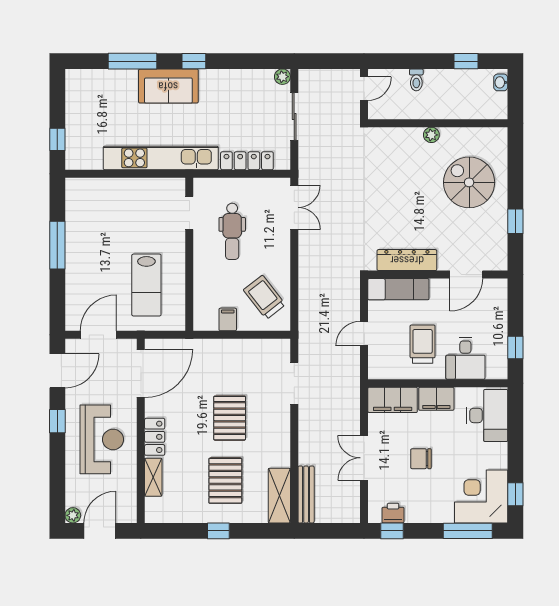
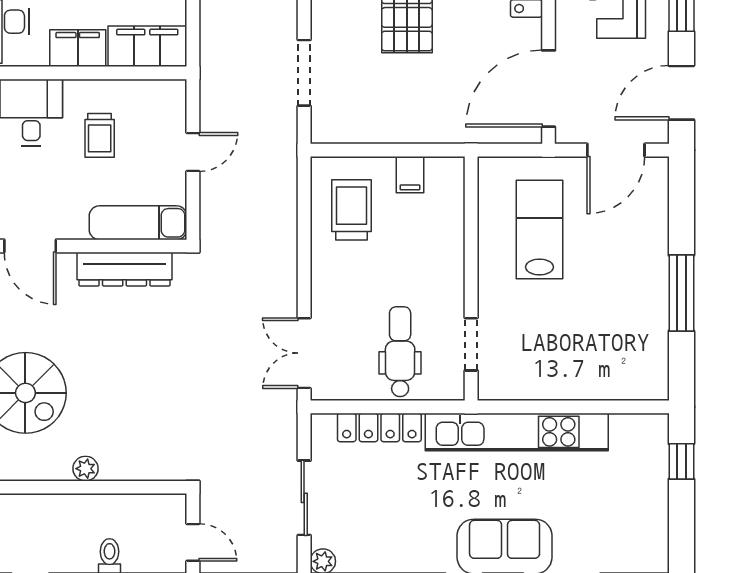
door: (364, 89) -> (193, 542), swing flipped
dental chair: (232, 231) -> (400, 352), moved
door: (466, 275) -> (30, 246), swing flipped
trolley: (264, 297) -> (352, 210), turned -142
trolley: (423, 344) -> (100, 135), width x0.73, depth x0.72

